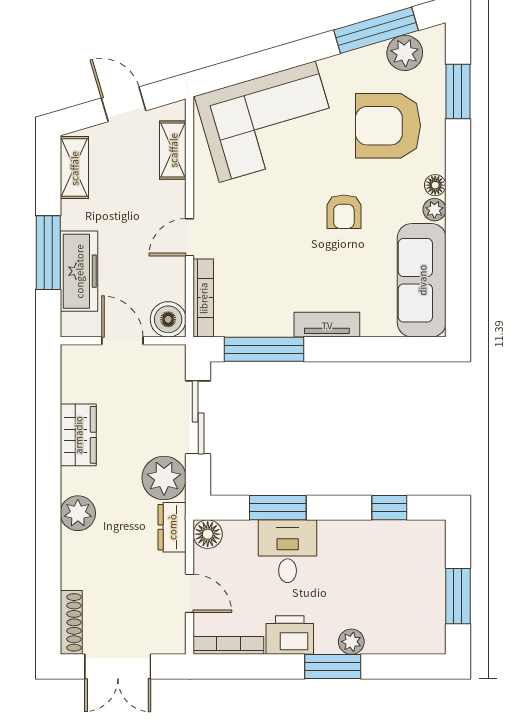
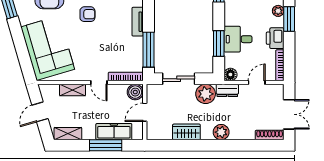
shelving: (173, 150) -> (72, 90), moved

